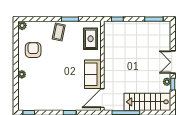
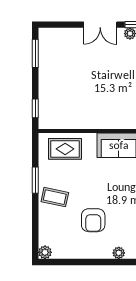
armchair: (33, 50) -> (93, 220), moved, turned -90

